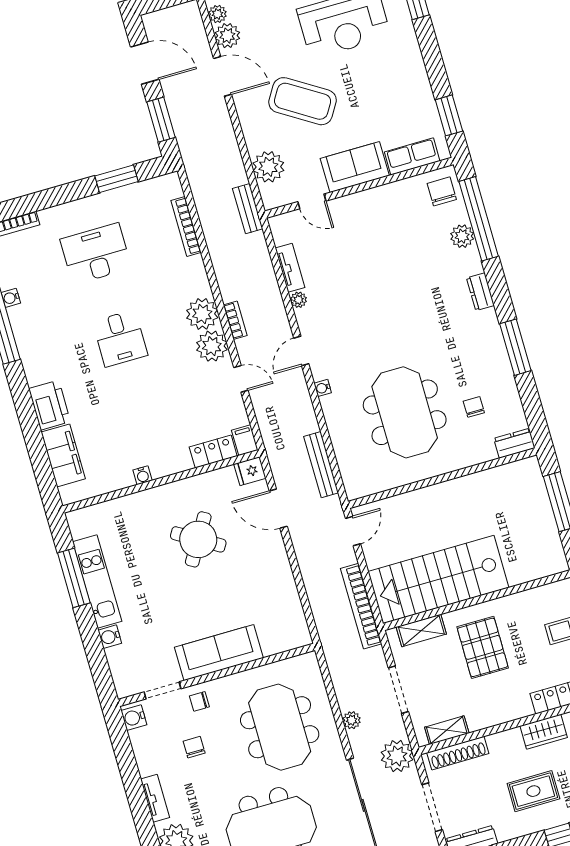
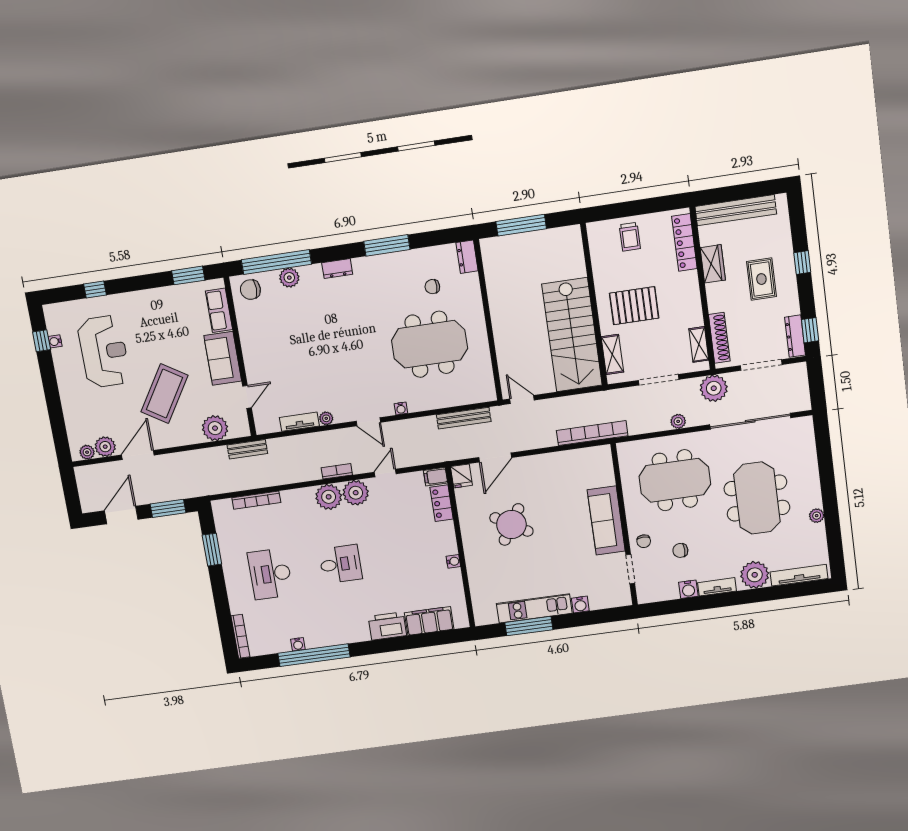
bookcase: (361, 606) -> (592, 433), moved, turned 180
water cooler: (134, 718) -> (688, 589), moved

